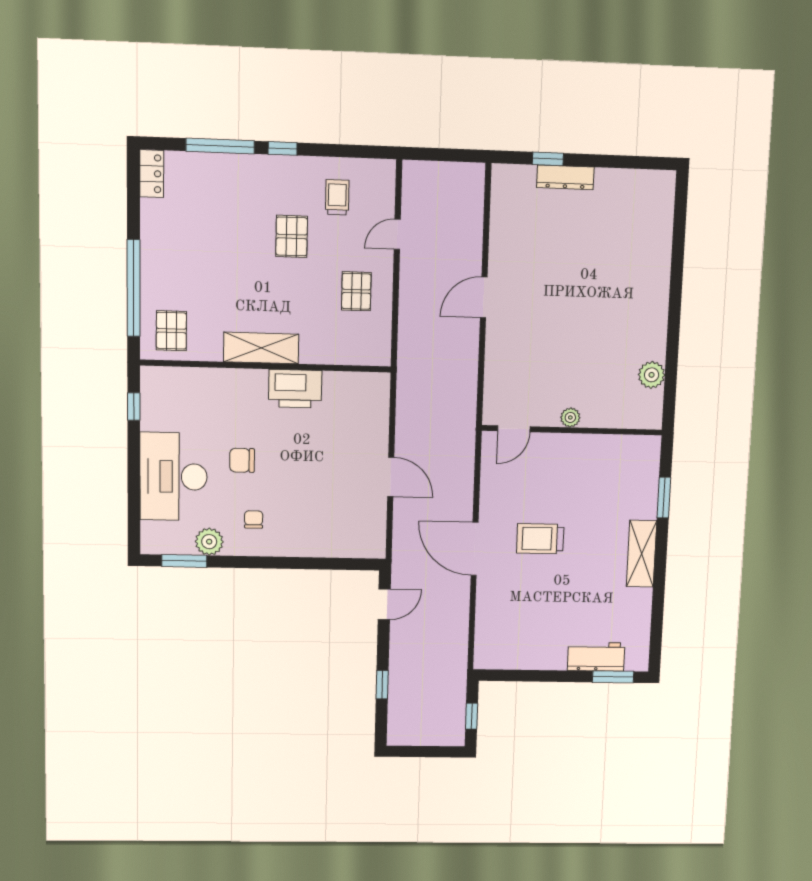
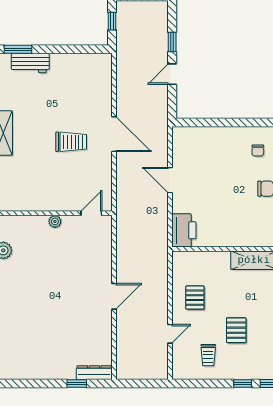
dresser: (565, 177) -> (94, 373), moved
printer: (295, 389) -> (184, 230), moved, turned 90
door: (384, 604) -> (172, 74), moved

